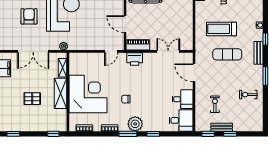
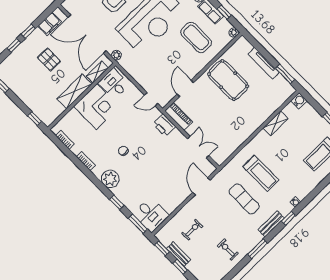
treadmill: (222, 29) -> (261, 173), turned 180
double door: (33, 51) -> (87, 34), width x1.36
corner desk: (88, 94) -> (97, 107), width x0.74, depth x0.74
pallet: (32, 99) -> (49, 59), moved
desk: (183, 99) -> (114, 84), moved, turned 180
window: (128, 134) -> (138, 224), moved

